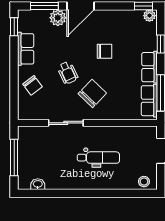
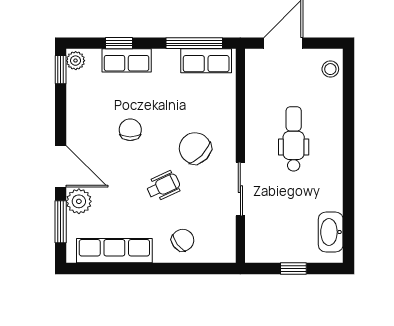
window: (14, 27) -> (93, 268), removed
row of seats: (26, 49) -> (114, 251), width x1.48
row of seats: (150, 67) -> (127, 60), moved
window: (14, 157) -> (293, 268), width x0.46
washbasin: (38, 184) -> (331, 232), width x1.91, depth x1.45

